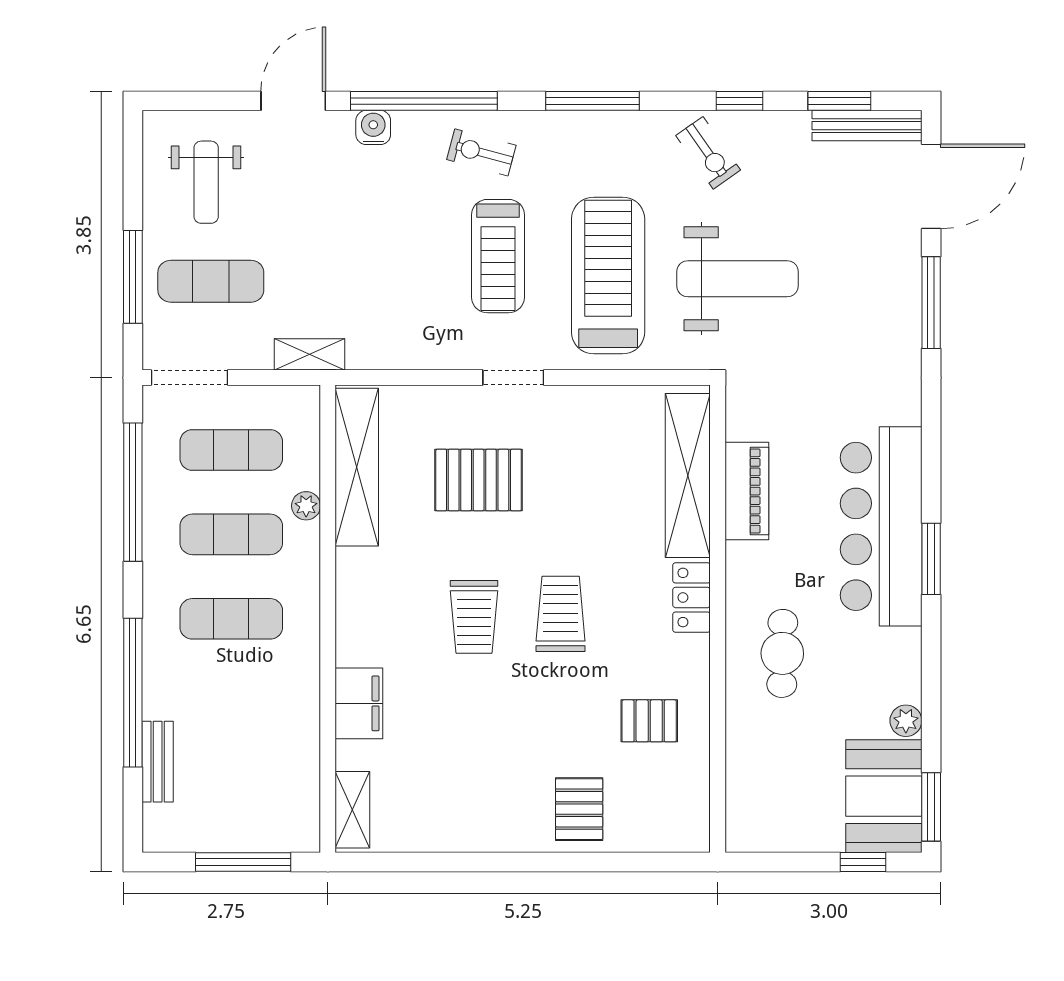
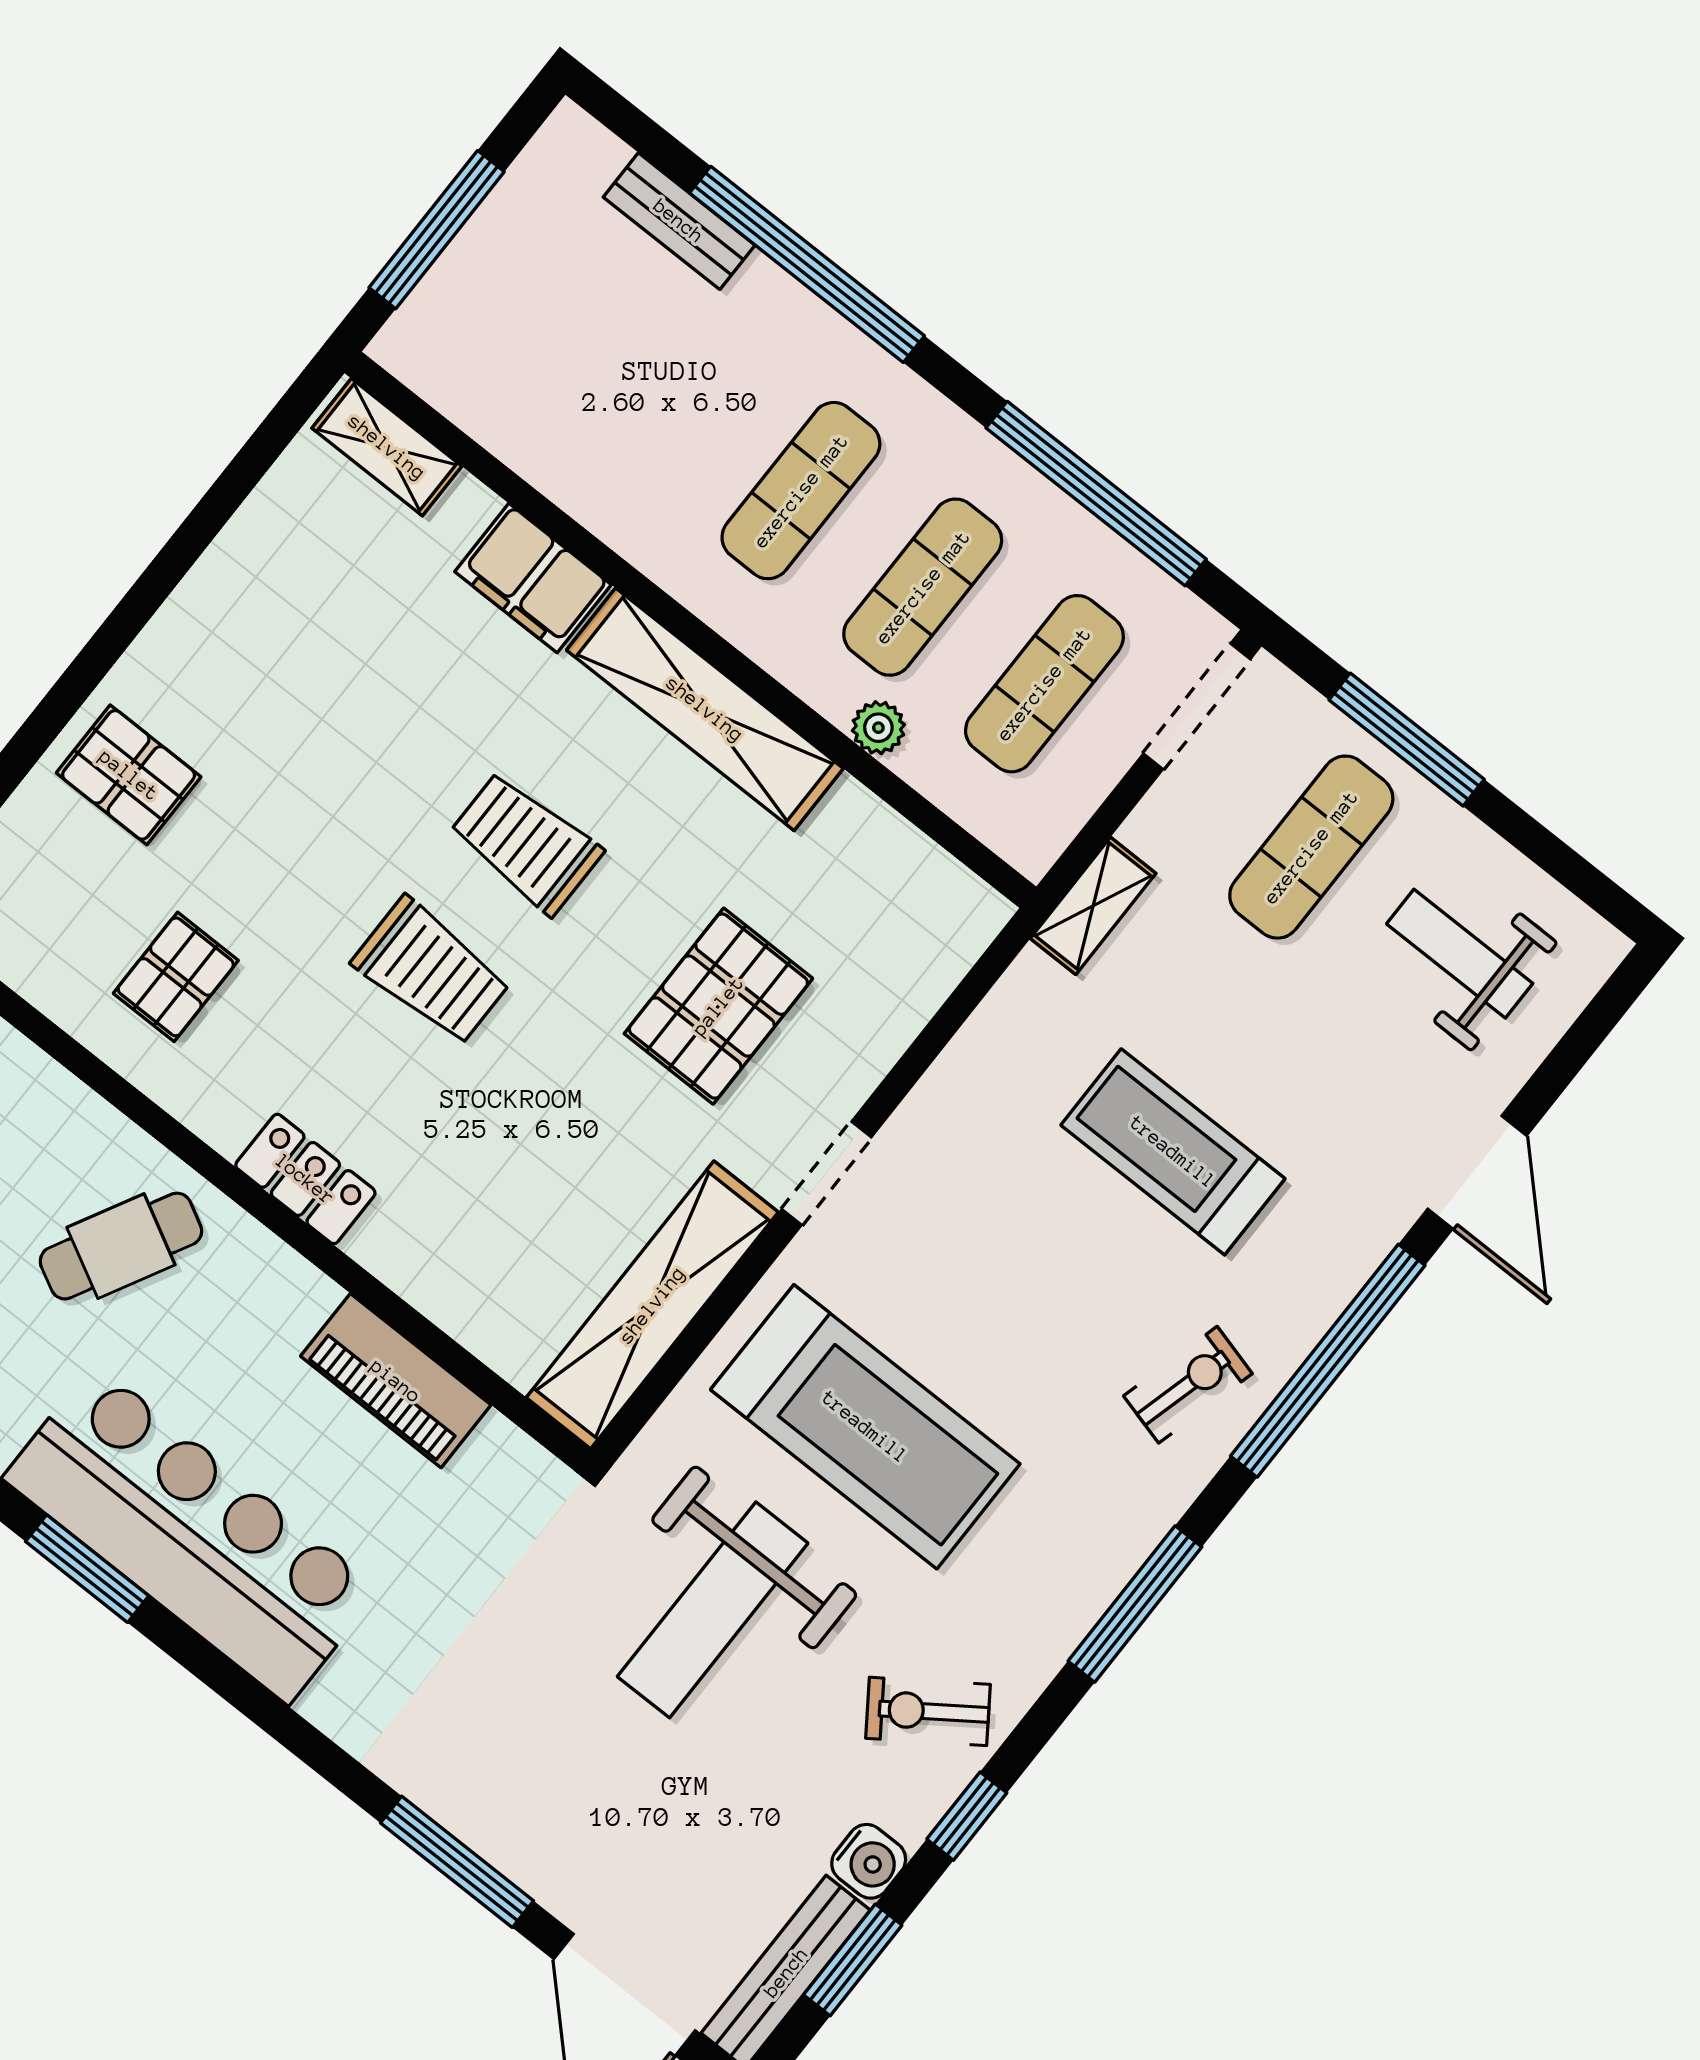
water cooler: (373, 127) -> (869, 1861), moved
treadmill: (498, 256) -> (1173, 1152), moved
shelving: (357, 467) -> (705, 709), moved
shelving: (688, 476) -> (652, 1305), moved, turned 90
cafe table: (782, 653) -> (121, 1246), turned -63

